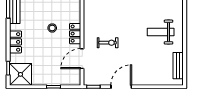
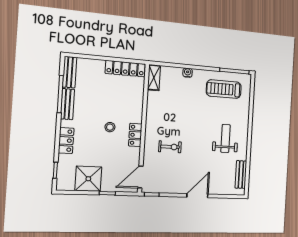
weight bench: (161, 32) -> (225, 138), turned 90
door: (82, 59) -> (140, 177), moved
shower: (20, 74) -> (88, 179), moved
door: (121, 87) -> (197, 196), moved

